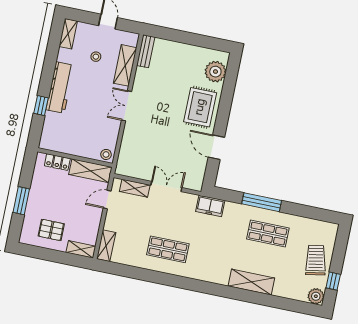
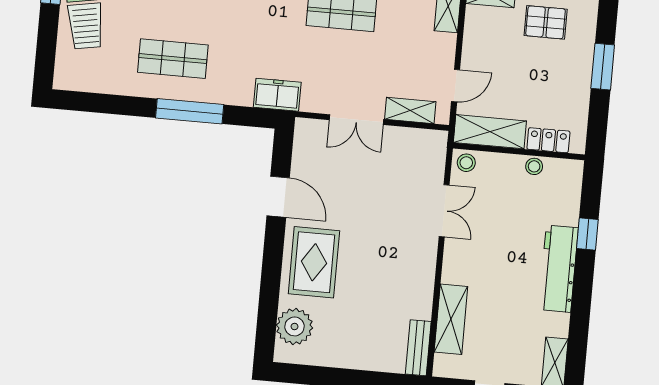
stool: (96, 57) -> (534, 166), moved
double door: (127, 106) -> (444, 211), moved

